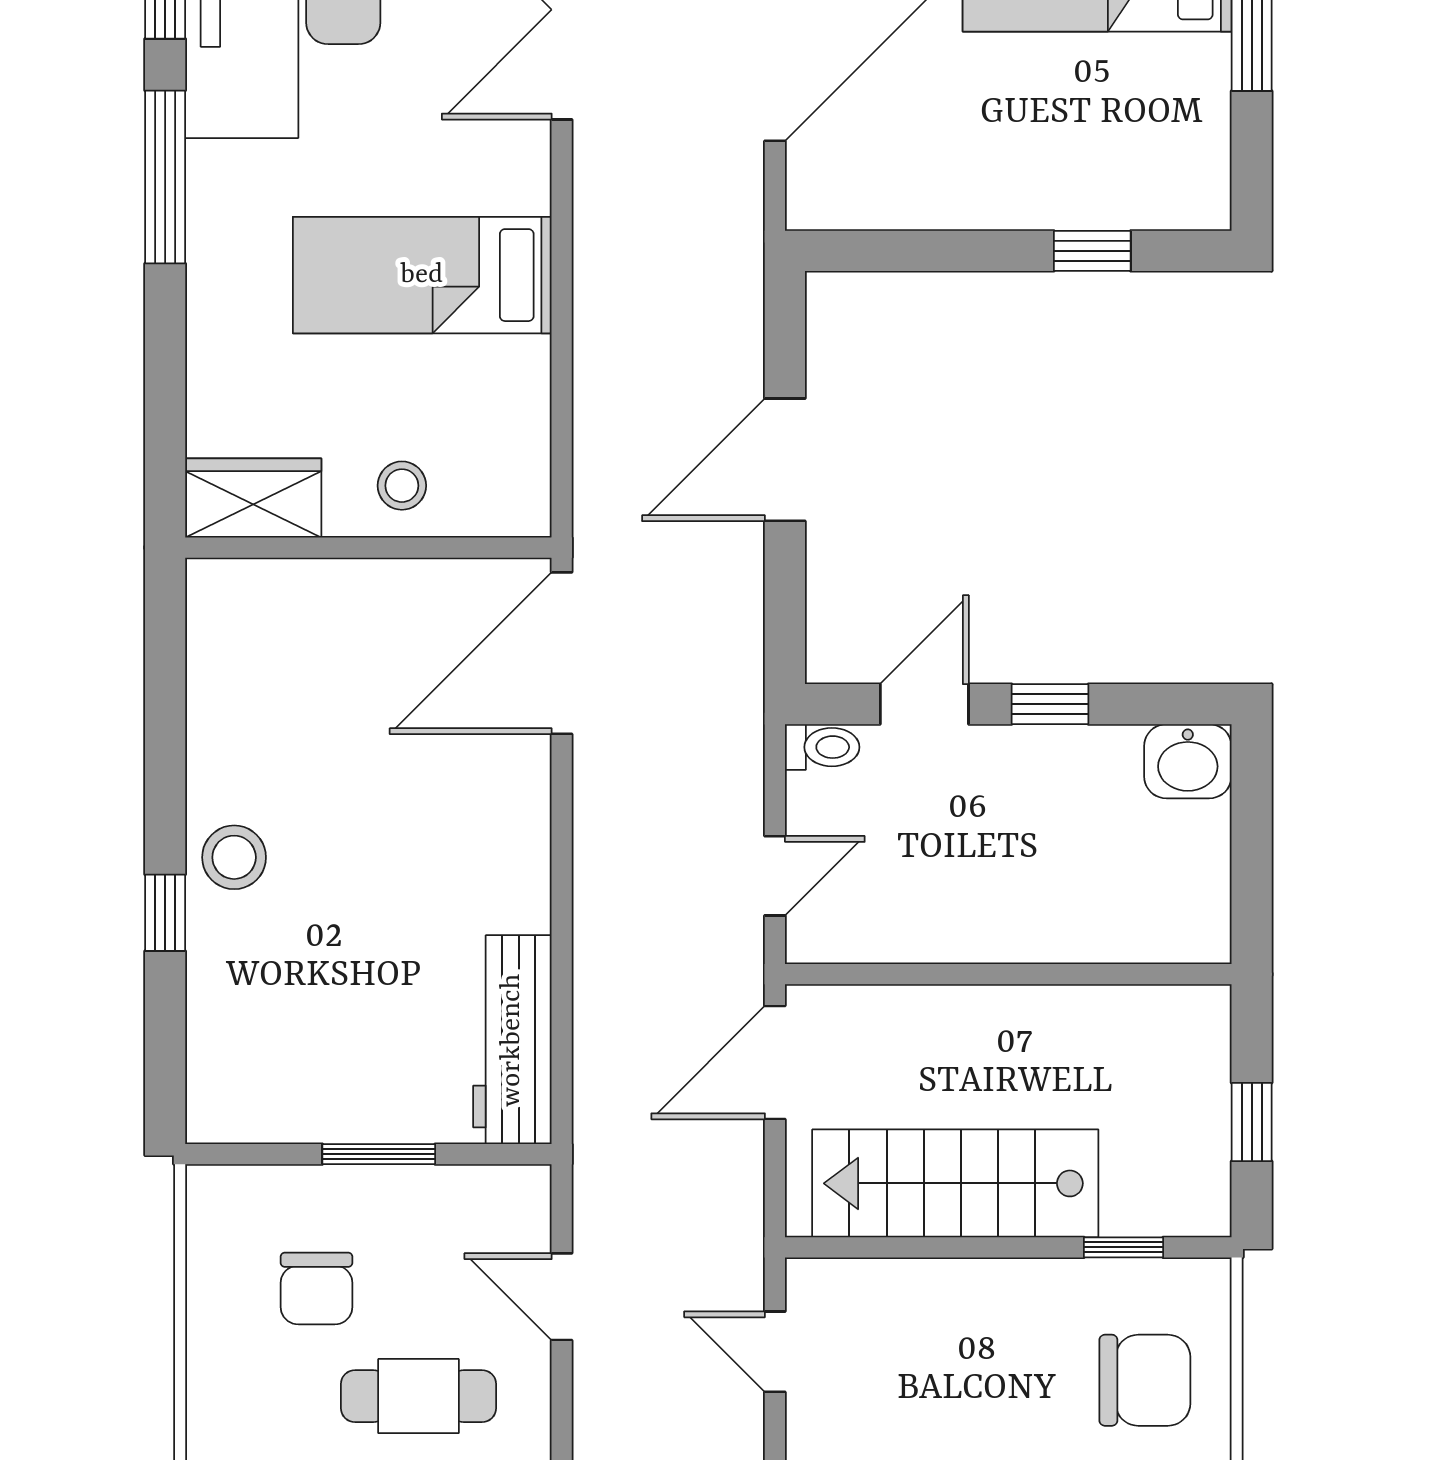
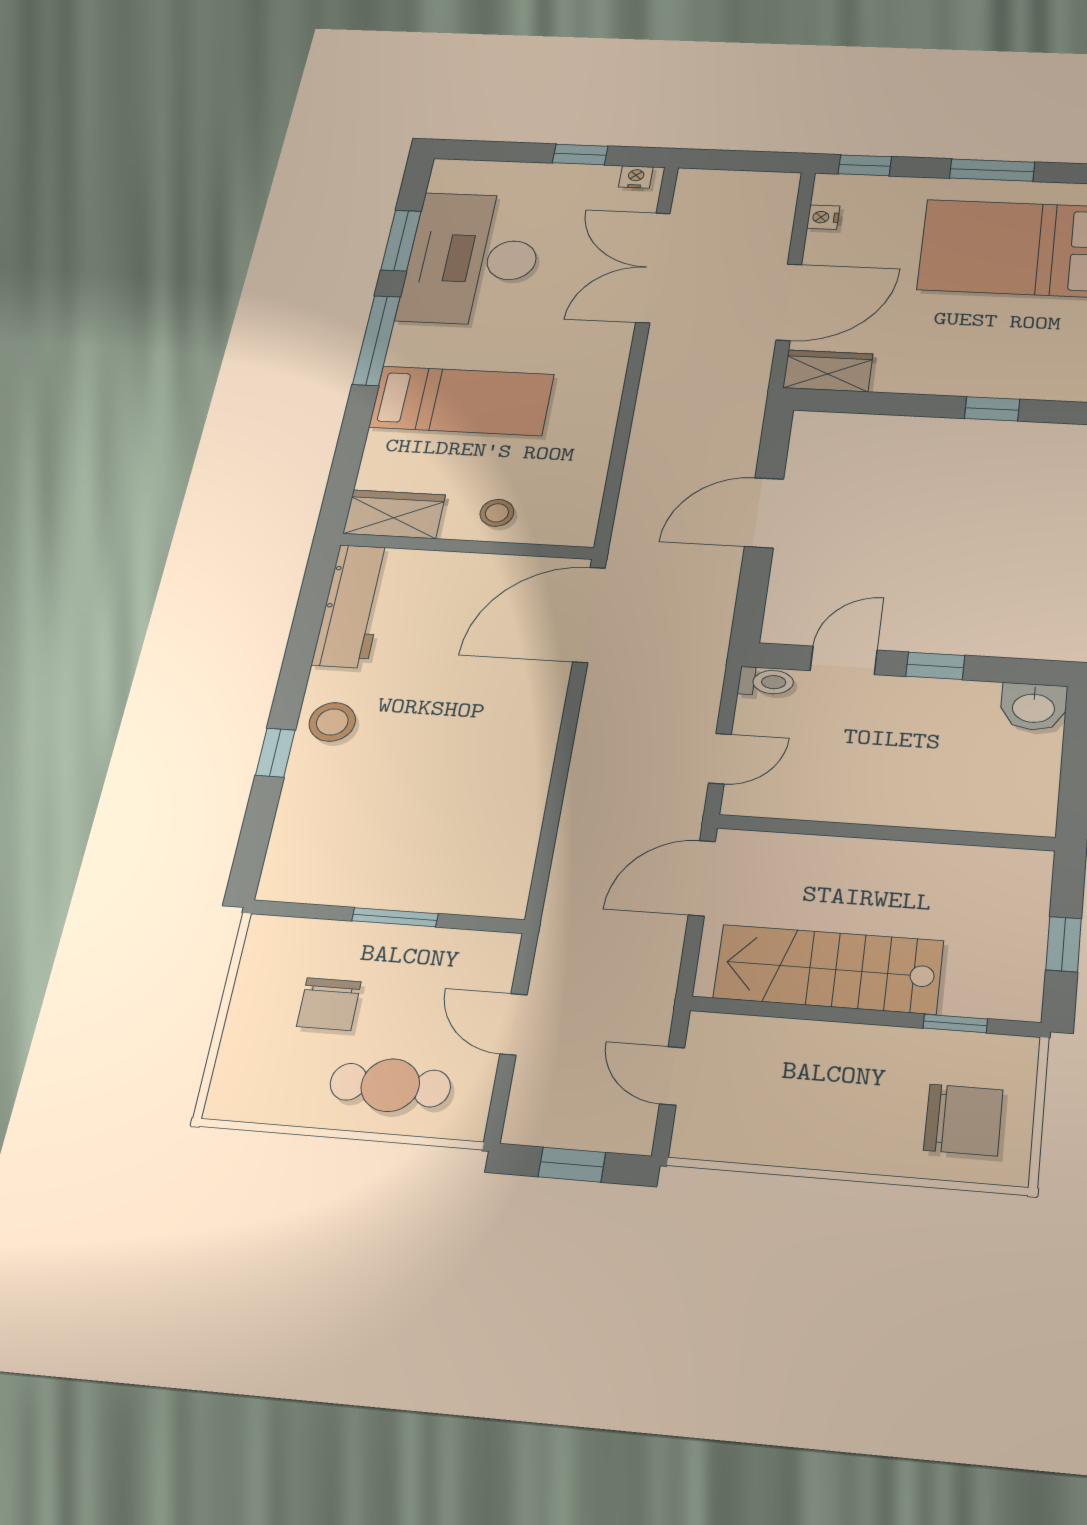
wardrobe: (848, 195) -> (828, 371), added
bed: (422, 275) -> (462, 401), moved, turned 180
workbench: (512, 1040) -> (353, 606), moved, turned 180

